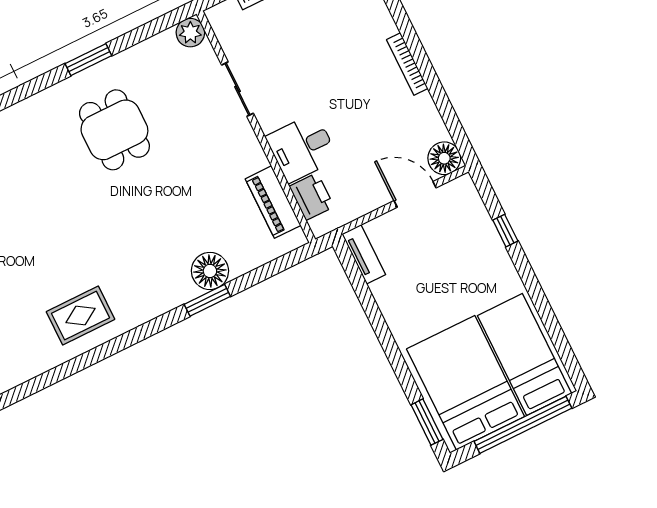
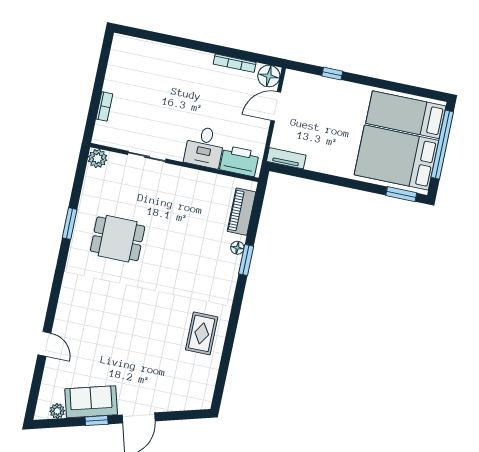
bookcase: (407, 64) -> (235, 63), moved
printer: (312, 196) -> (239, 161), width x1.37, depth x1.19
piano: (273, 202) -> (241, 212), moved, turned 90
floor lamp: (210, 271) -> (237, 248), width x0.53, depth x0.53

